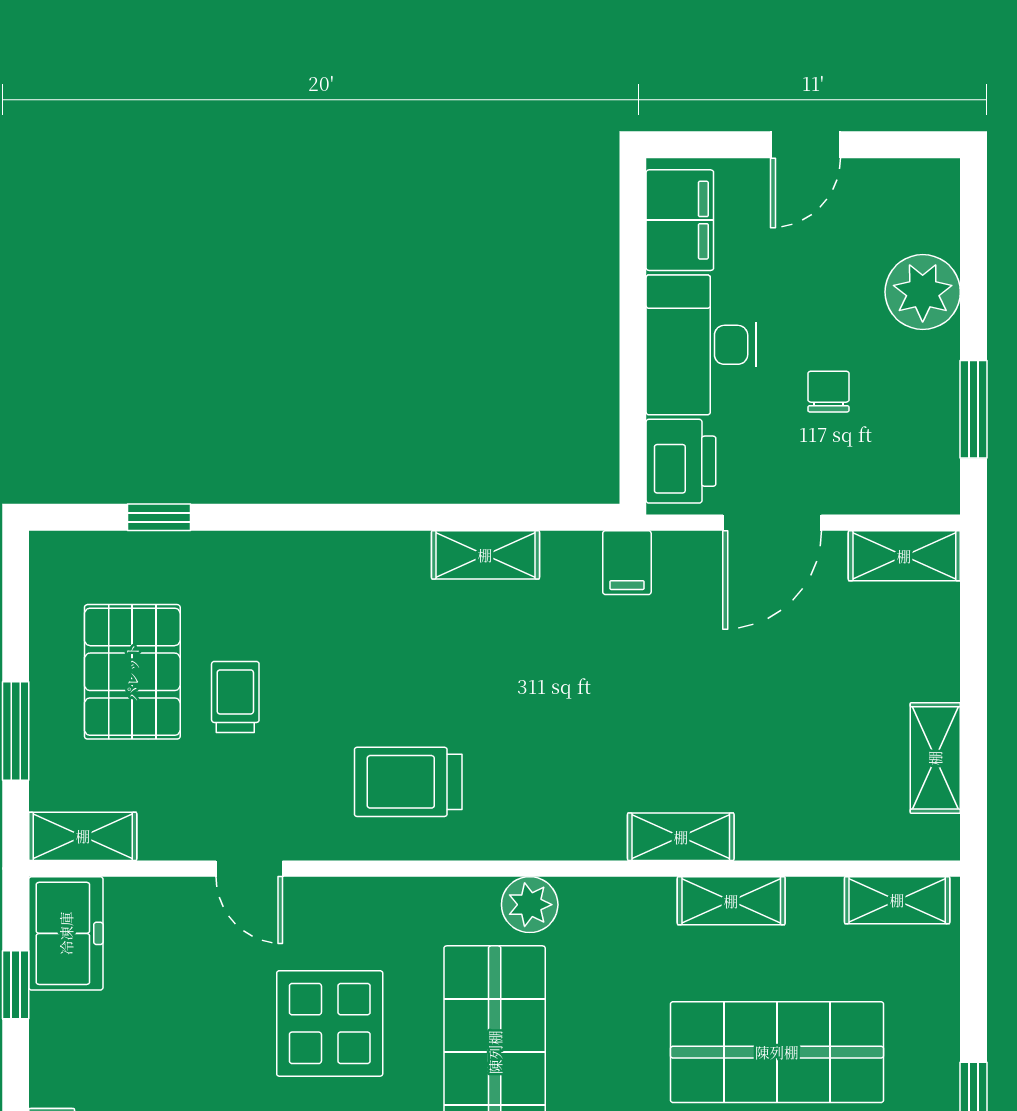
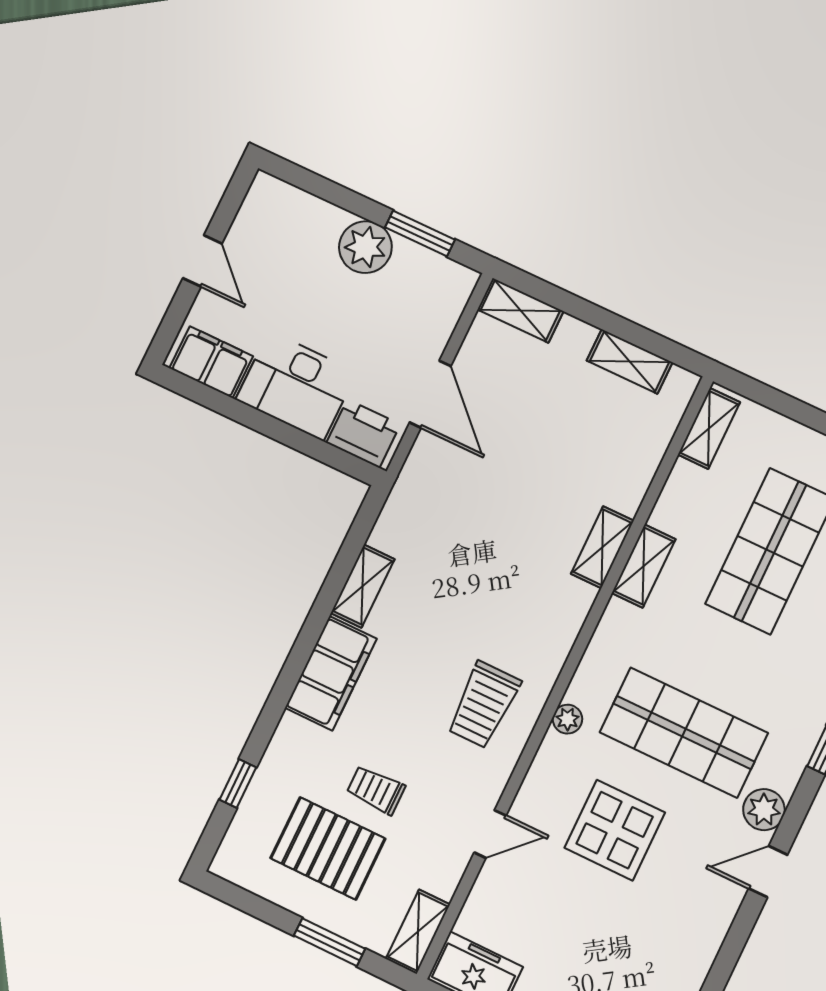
plant: (923, 292) -> (365, 247), moved
chair: (828, 392) -> (365, 320), removed
shelving: (904, 556) -> (520, 310), moved, turned 90
filing cabinet: (627, 563) -> (331, 673), moved, width x3.00, depth x1.17
shelving: (731, 901) -> (644, 566), moved
plant: (530, 905) -> (567, 719), moved, width x0.73, depth x0.73

